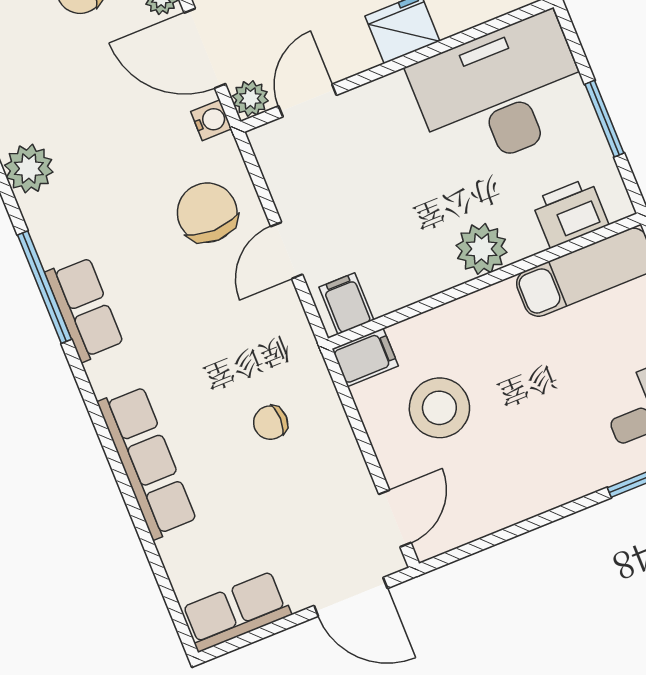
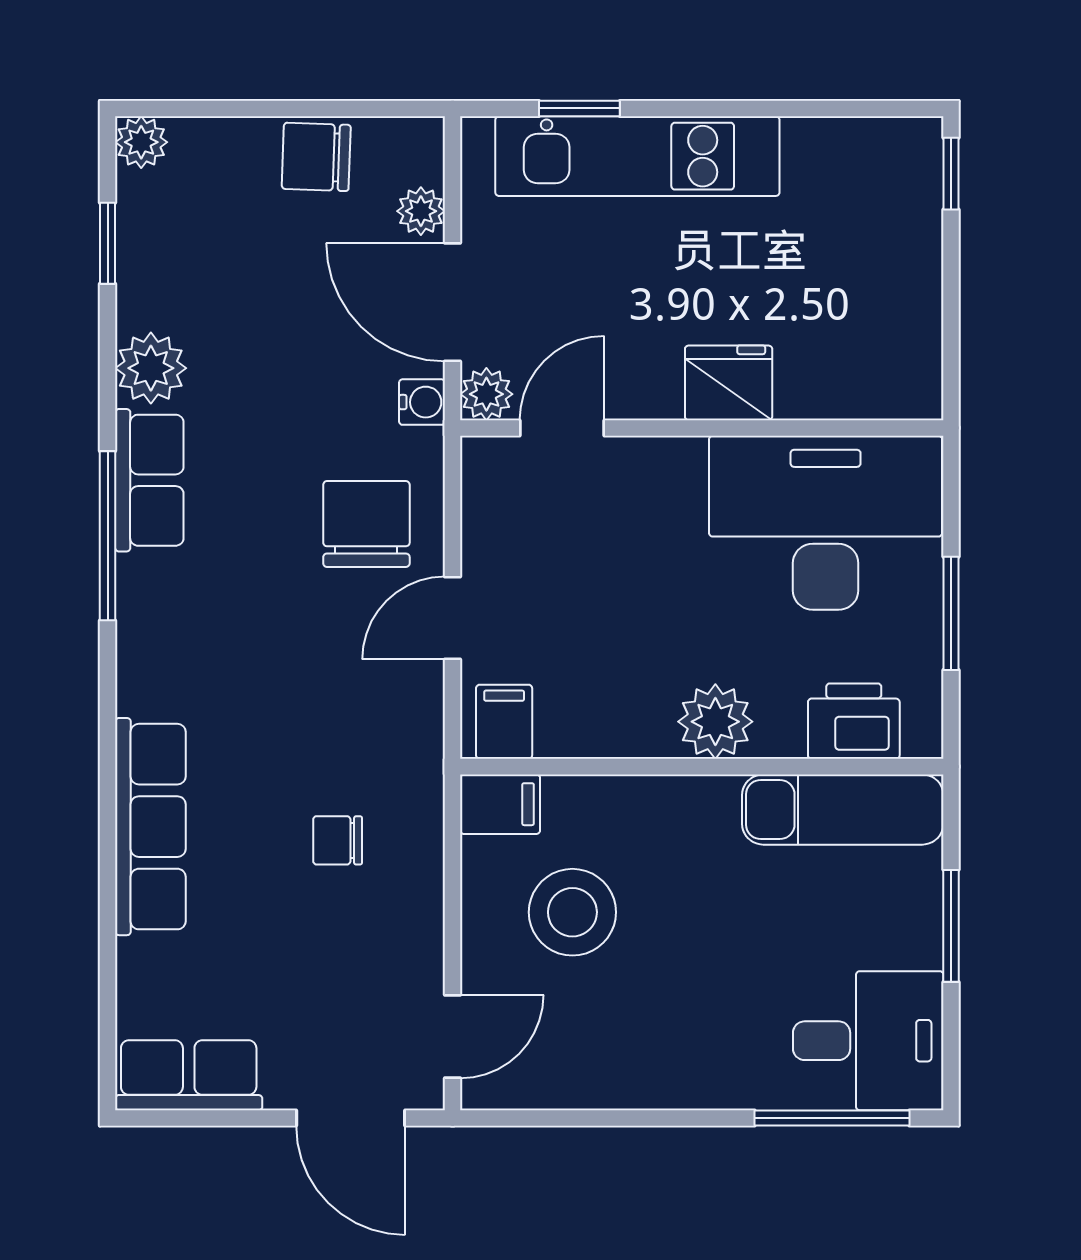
row of seats: (84, 309) -> (149, 480), moved

